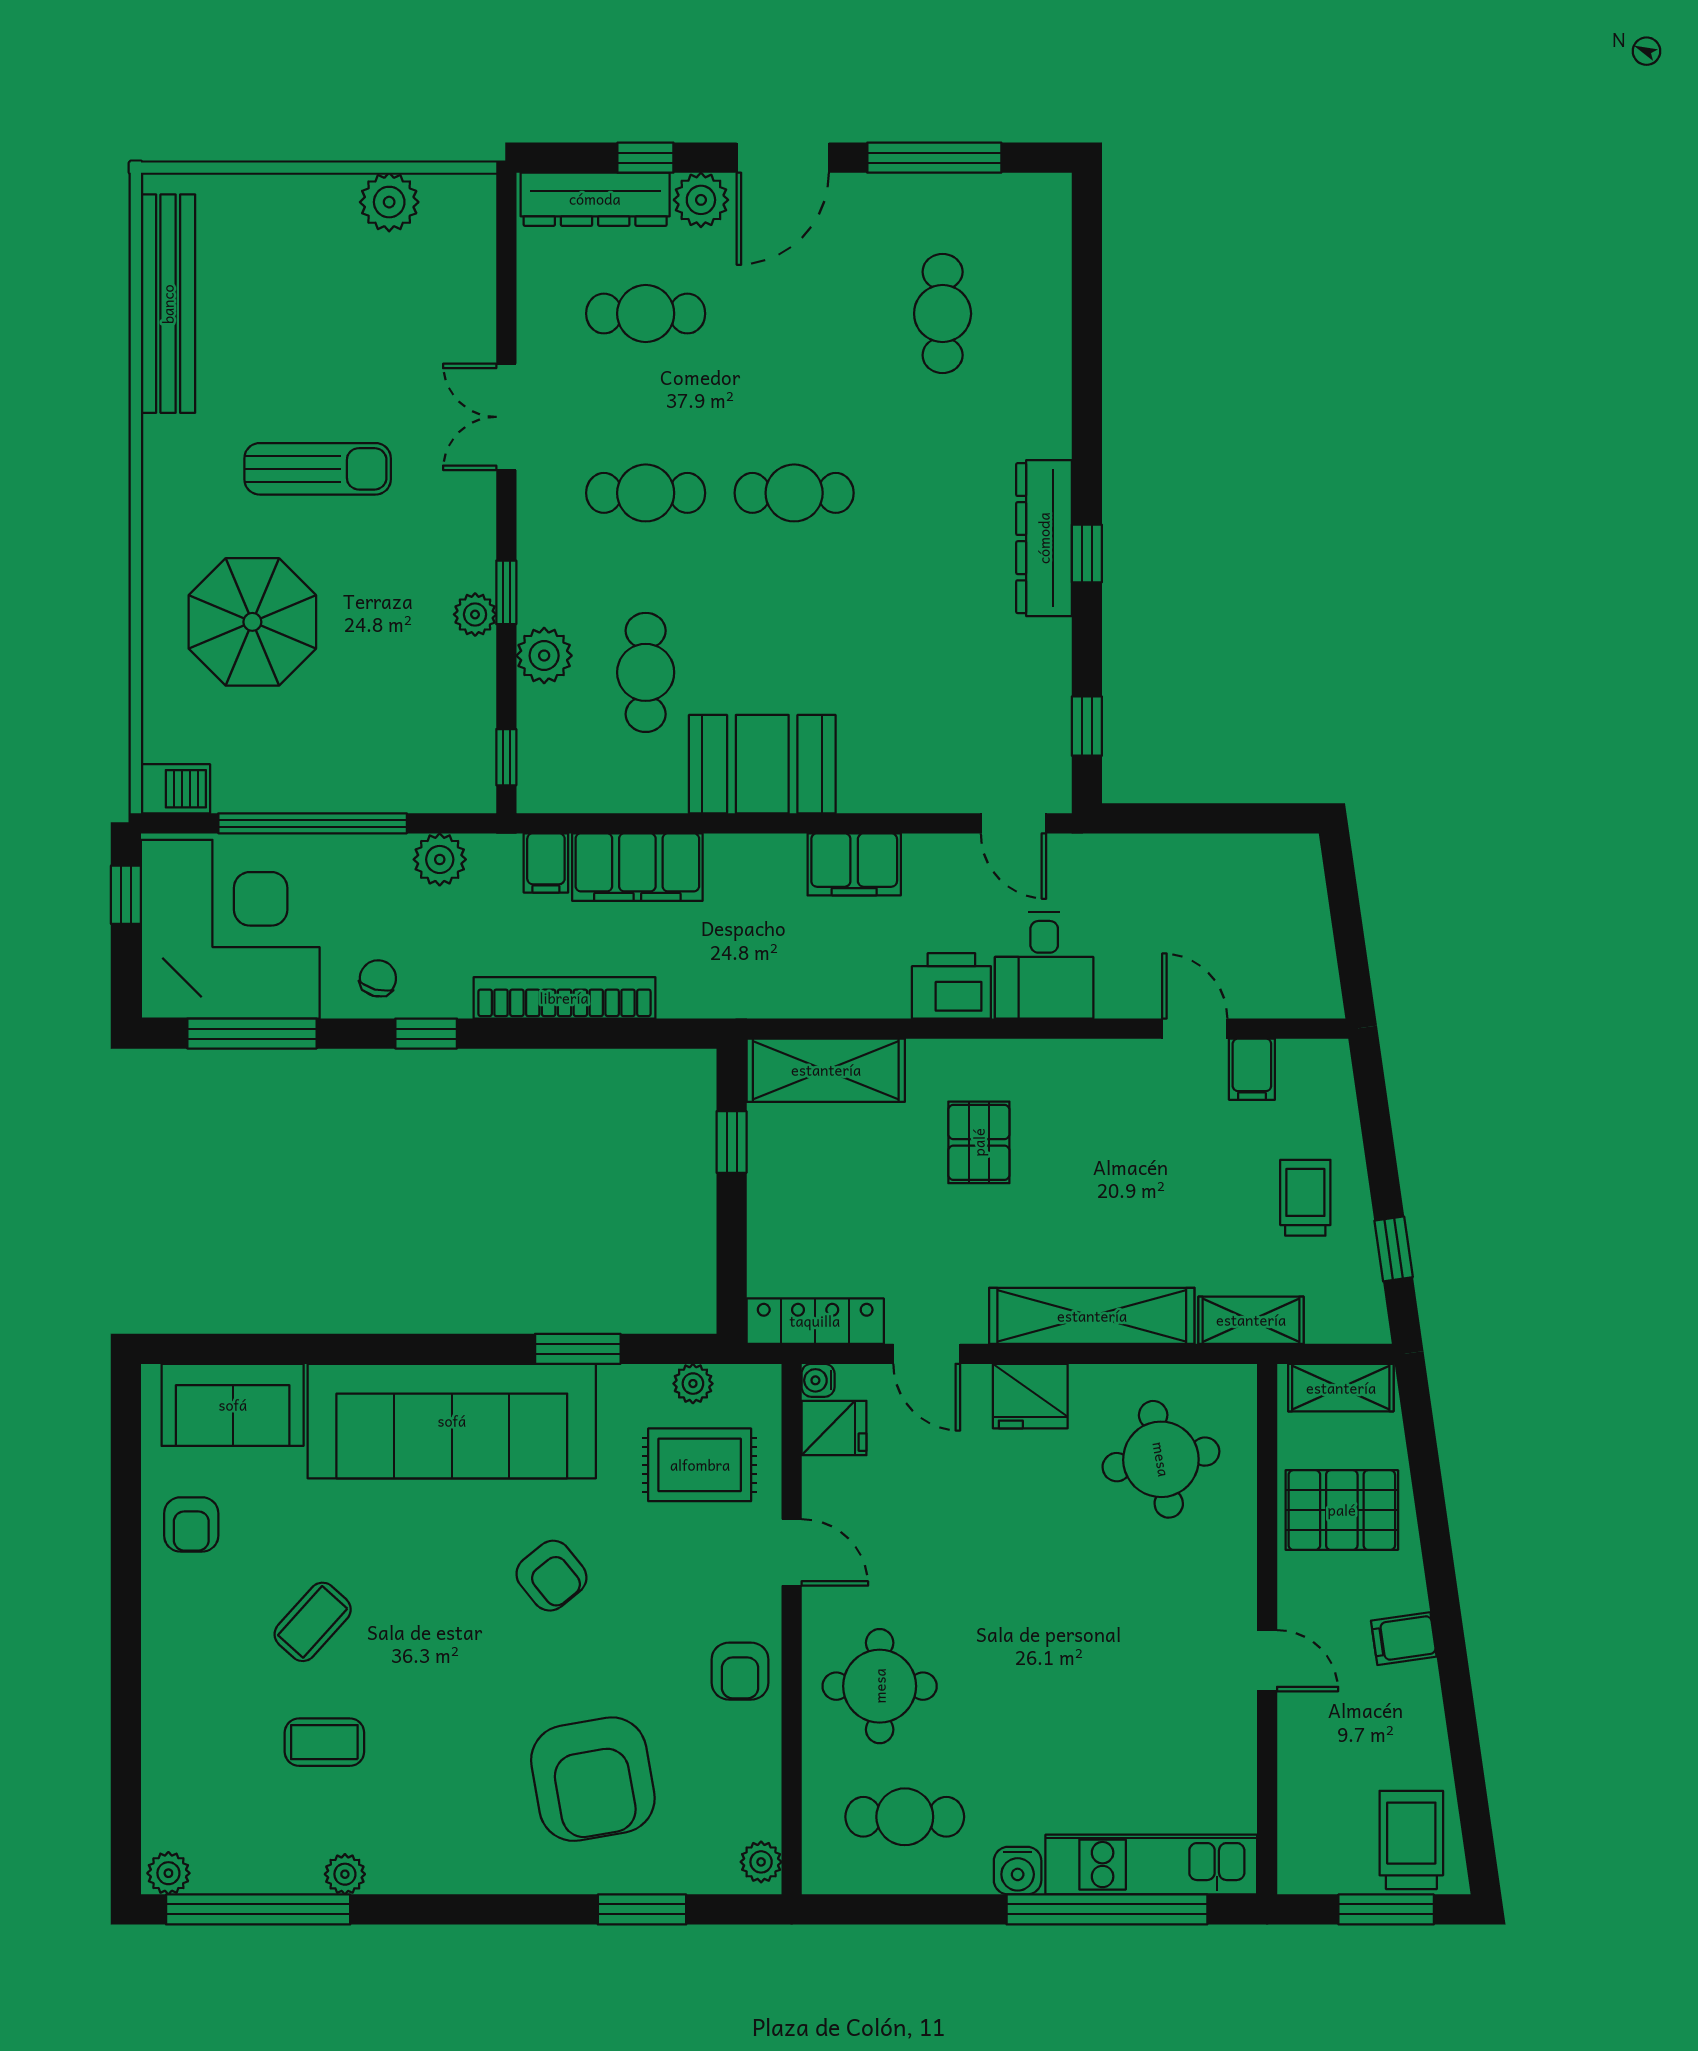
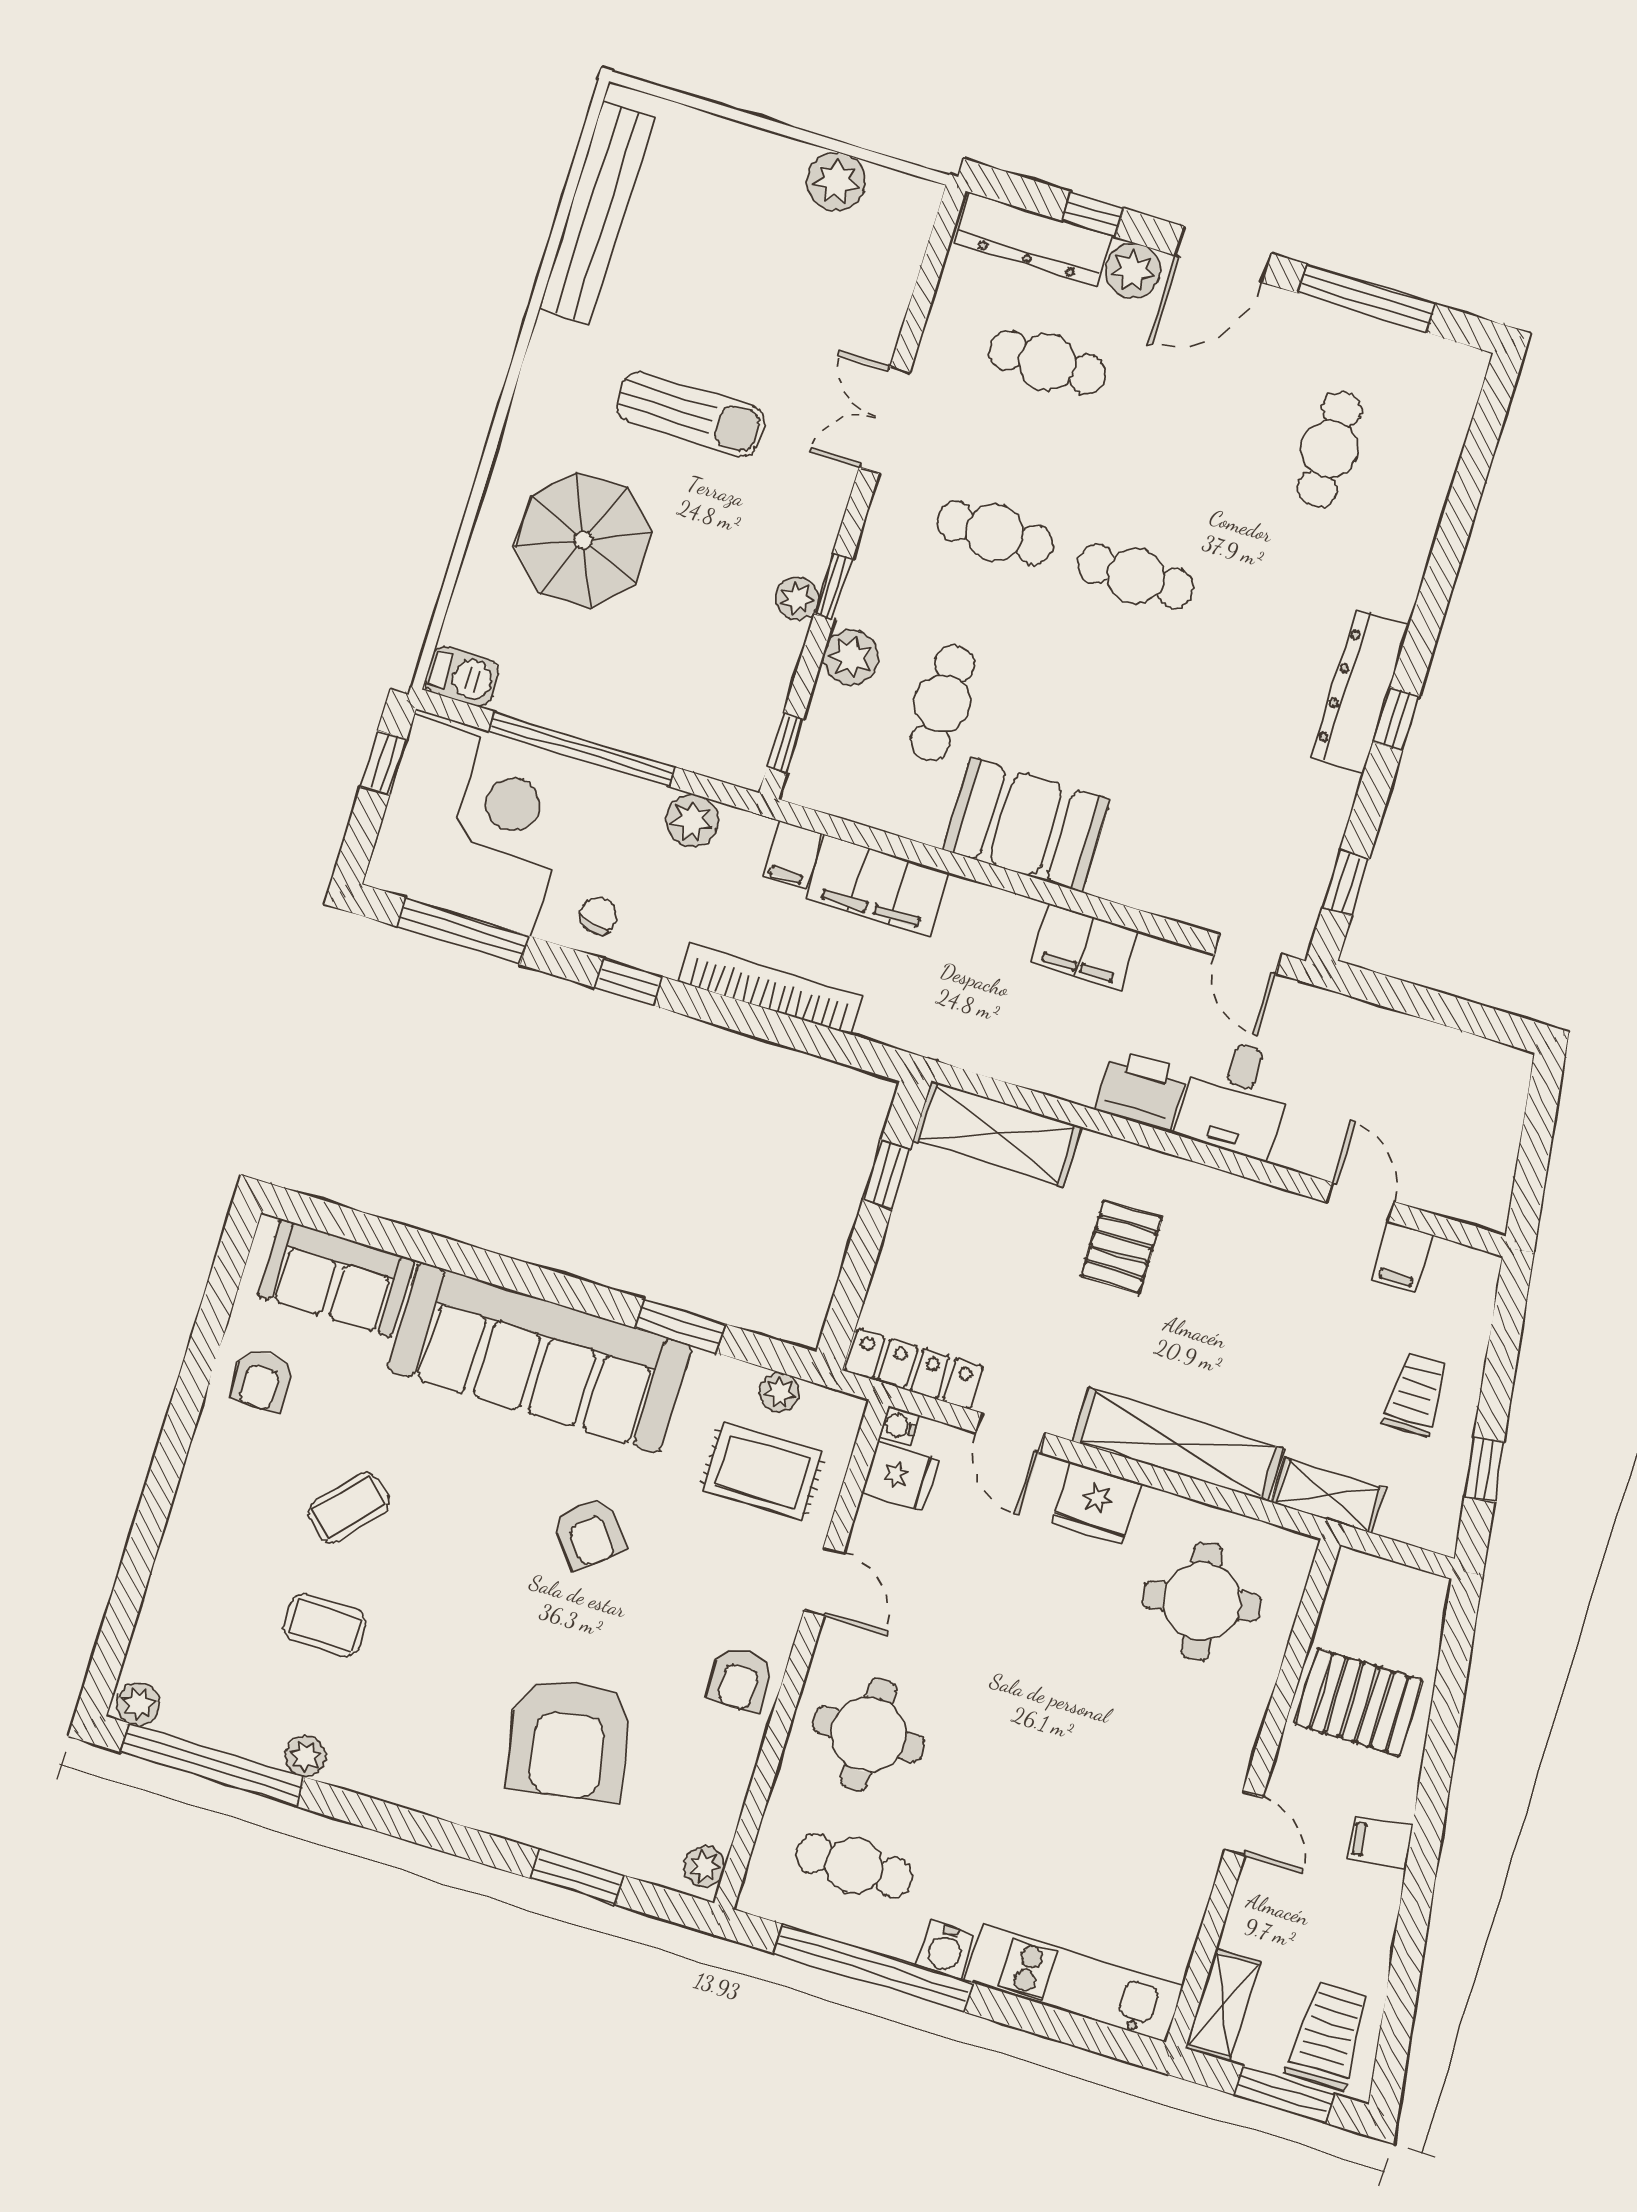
shelving: (1341, 1388) -> (1223, 2005), moved, turned 90
window: (1107, 1909) -> (873, 1968), moved

